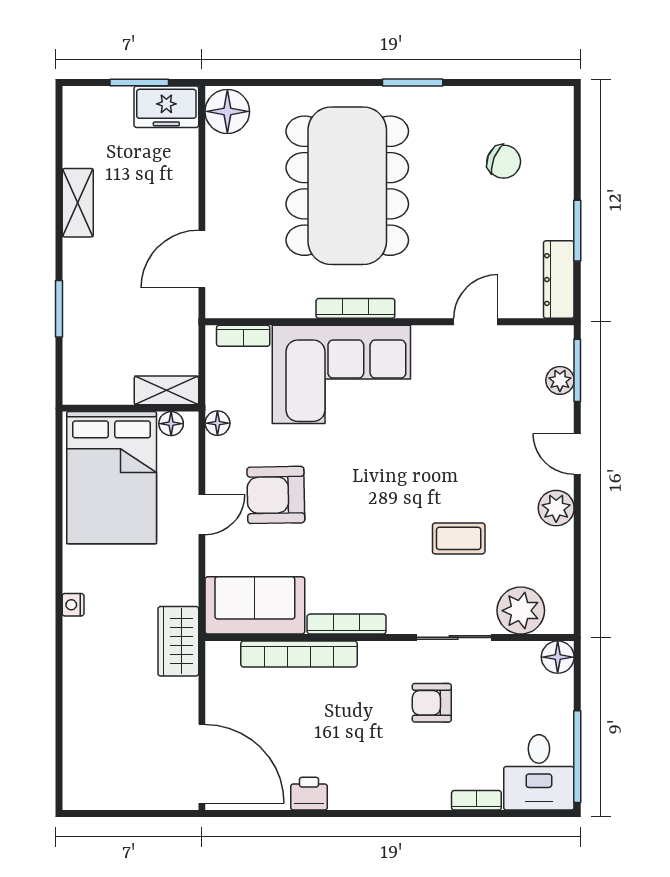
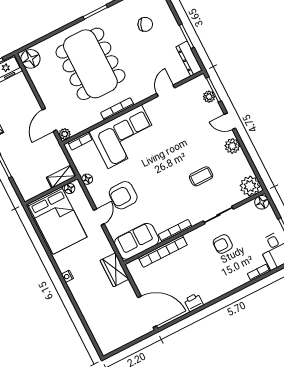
plant: (219, 305) -> (65, 134), added
plant: (521, 611) -> (250, 186), moved

